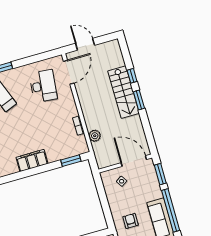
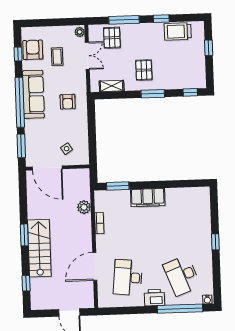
door: (69, 72) -> (95, 266), moved
printer: (17, 75) -> (154, 298), added
window: (132, 76) -> (26, 283), moved
filing cabinet: (32, 161) -> (148, 197), moved

